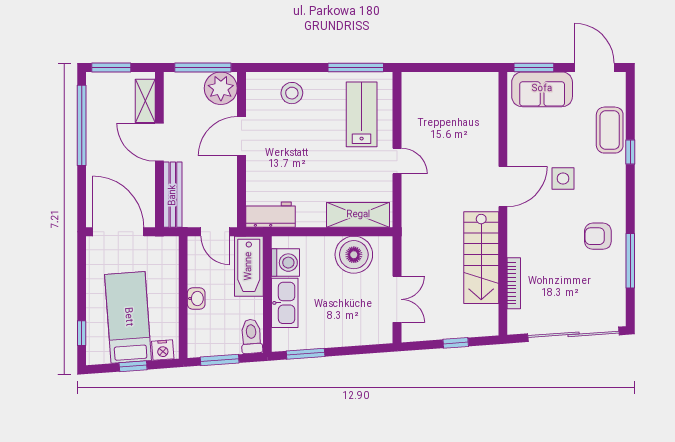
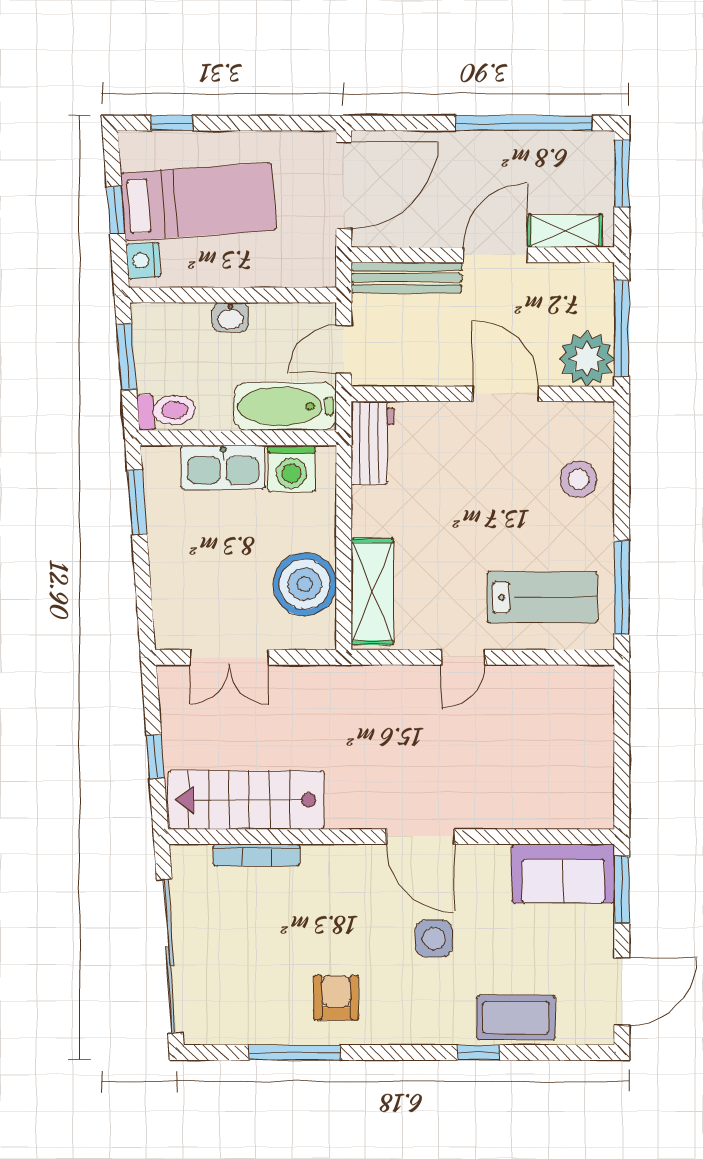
sofa: (542, 89) -> (563, 874), moved, turned -90
stairs: (481, 258) -> (246, 800), moved

